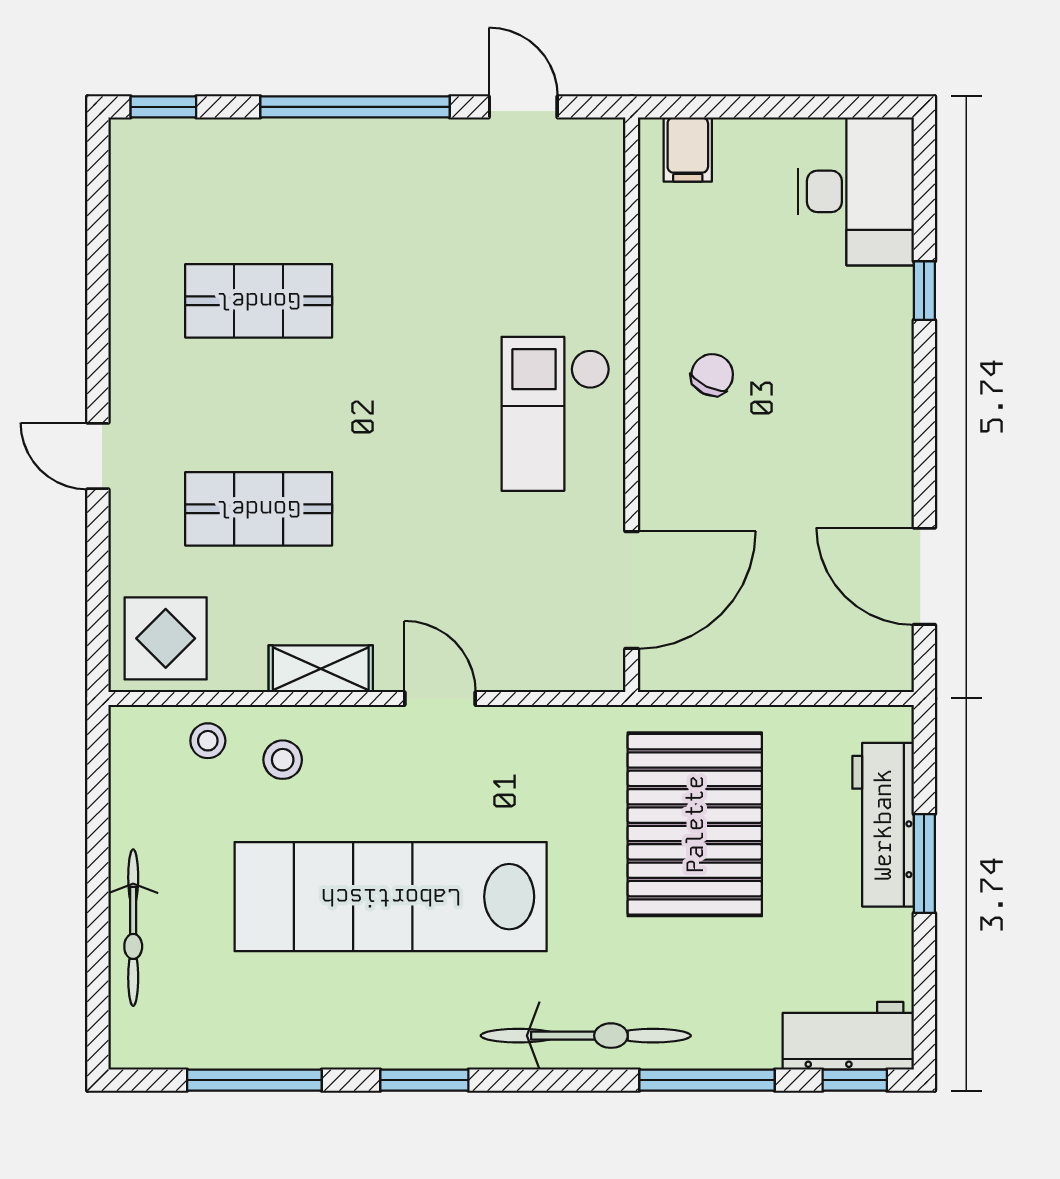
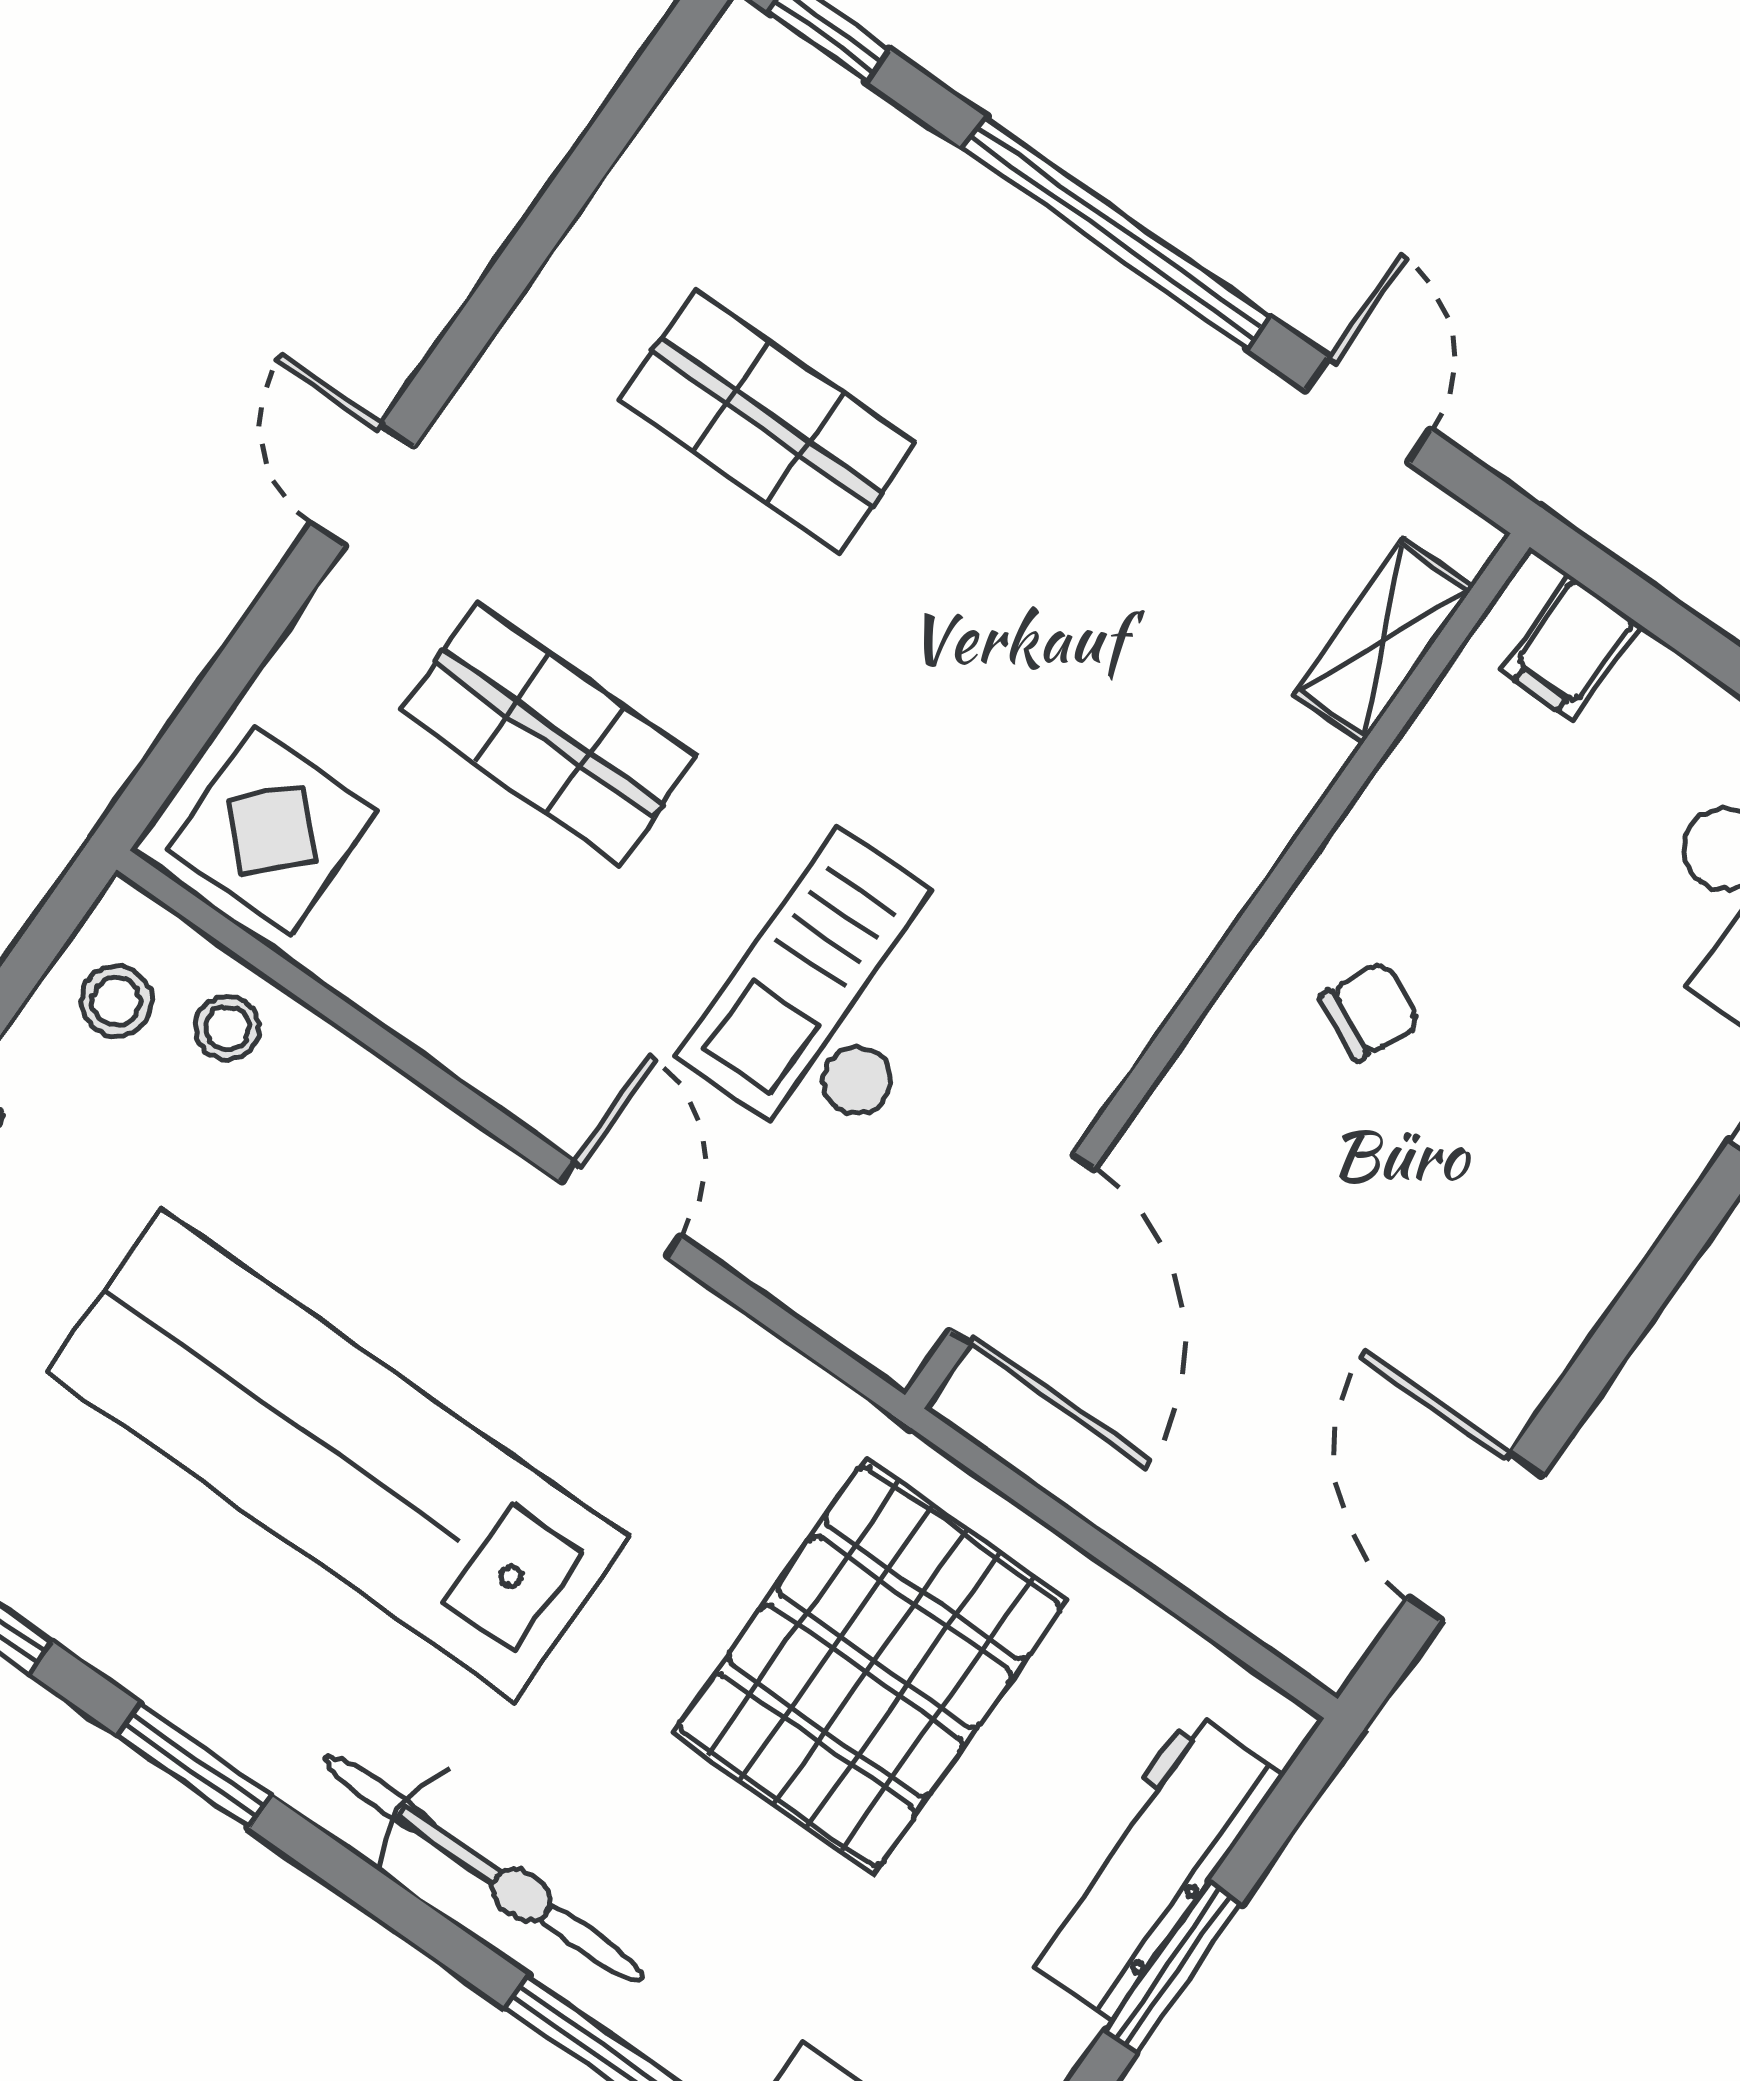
checkout: (556, 414) -> (838, 998), moved
door: (632, 590) -> (1022, 1249), hinge flipped
shelving: (321, 669) -> (1383, 640), moved, turned 90
stool: (283, 760) -> (116, 1001), moved

